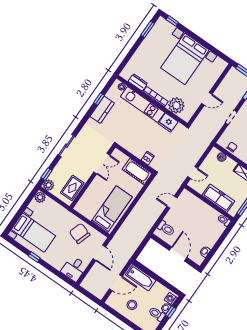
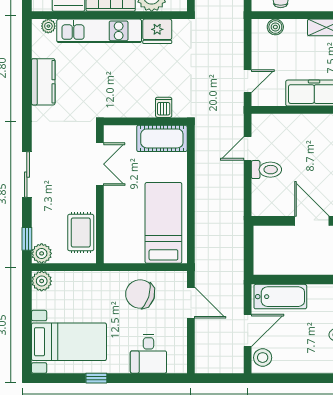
window: (99, 99) -> (27, 69), removed
toilet: (166, 228) -> (266, 170), moved
desk: (74, 269) -> (148, 354), moved
stool: (132, 305) -> (263, 358), moved

